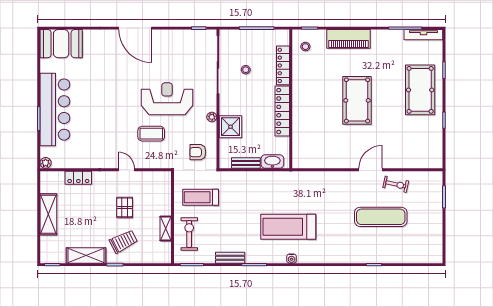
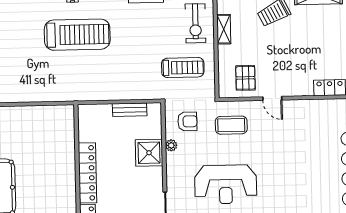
plant: (212, 117) -> (171, 145), moved
coffee table: (151, 134) -> (231, 125), moved
washbasin: (272, 162) -> (98, 112), removed
pallet: (125, 207) -> (245, 78), moved

